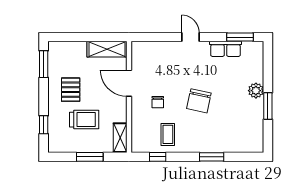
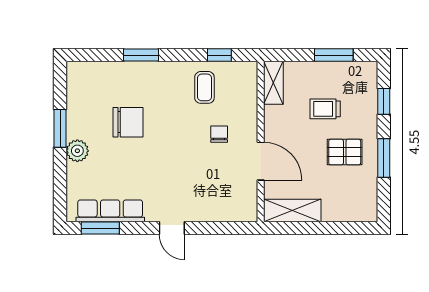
row of seats: (225, 49) -> (110, 211), width x1.48
window: (44, 64) -> (384, 158), moved
pallet: (71, 90) -> (345, 152), turned 90
chair: (199, 101) -> (128, 122), moved, turned 78
trolley: (84, 120) -> (325, 109), width x0.73, depth x0.72
window: (90, 157) -> (334, 55), moved

